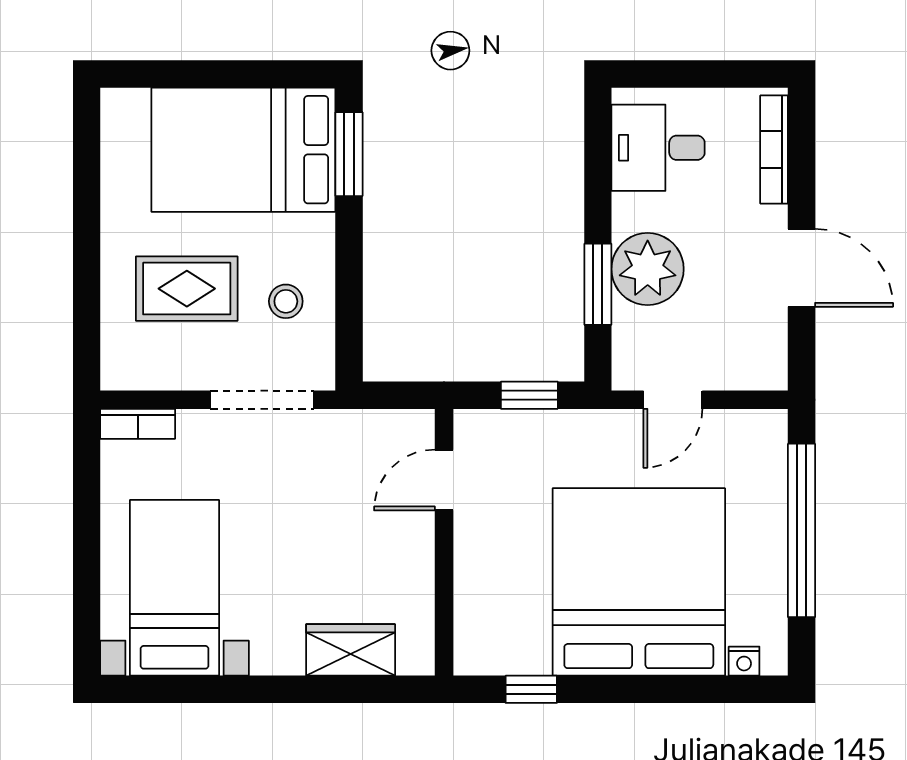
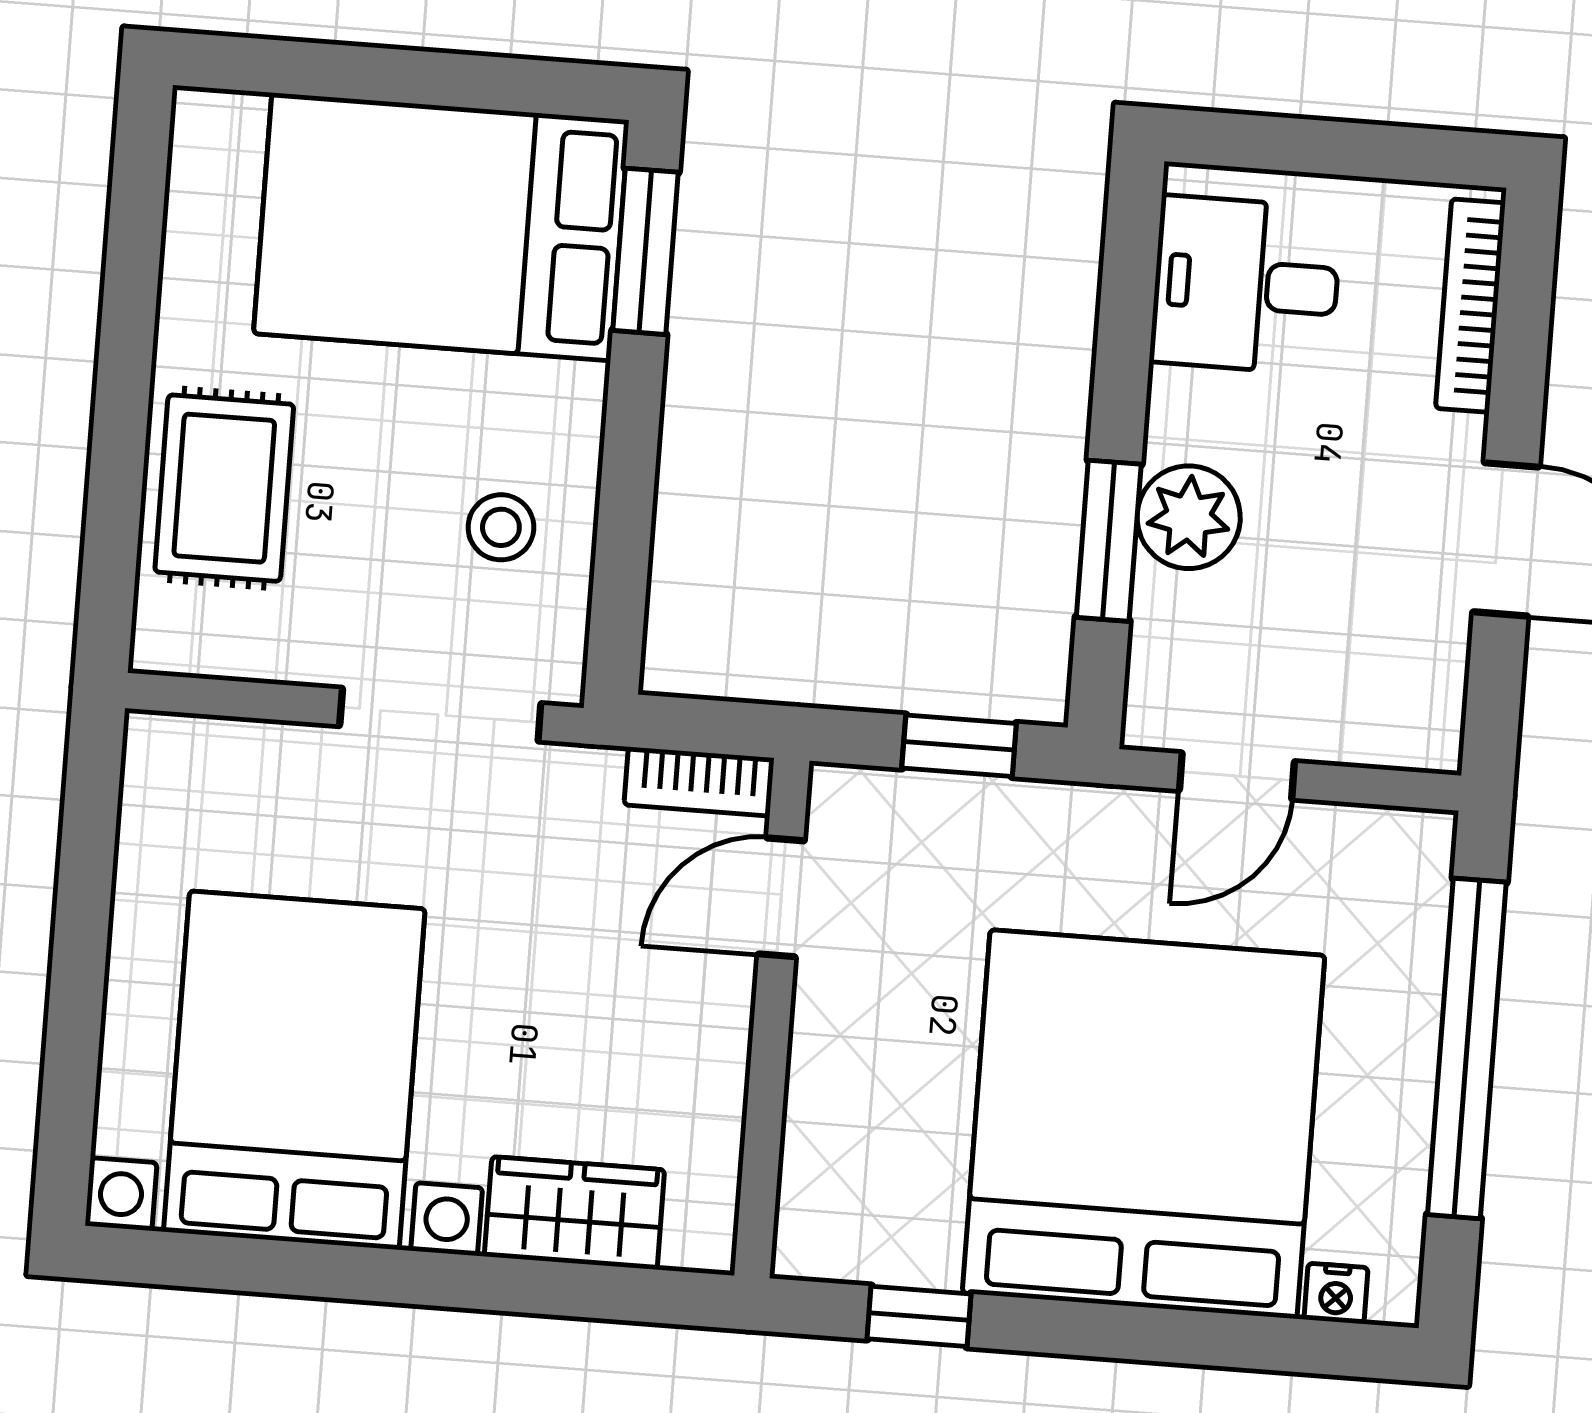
plant: (648, 269) -> (1189, 517), width x0.73, depth x0.73
rug: (187, 289) -> (224, 488), moved, turned 90
bookcase: (138, 424) -> (699, 782), moved
bed with nightstands: (174, 588) -> (294, 1070), width x1.36

